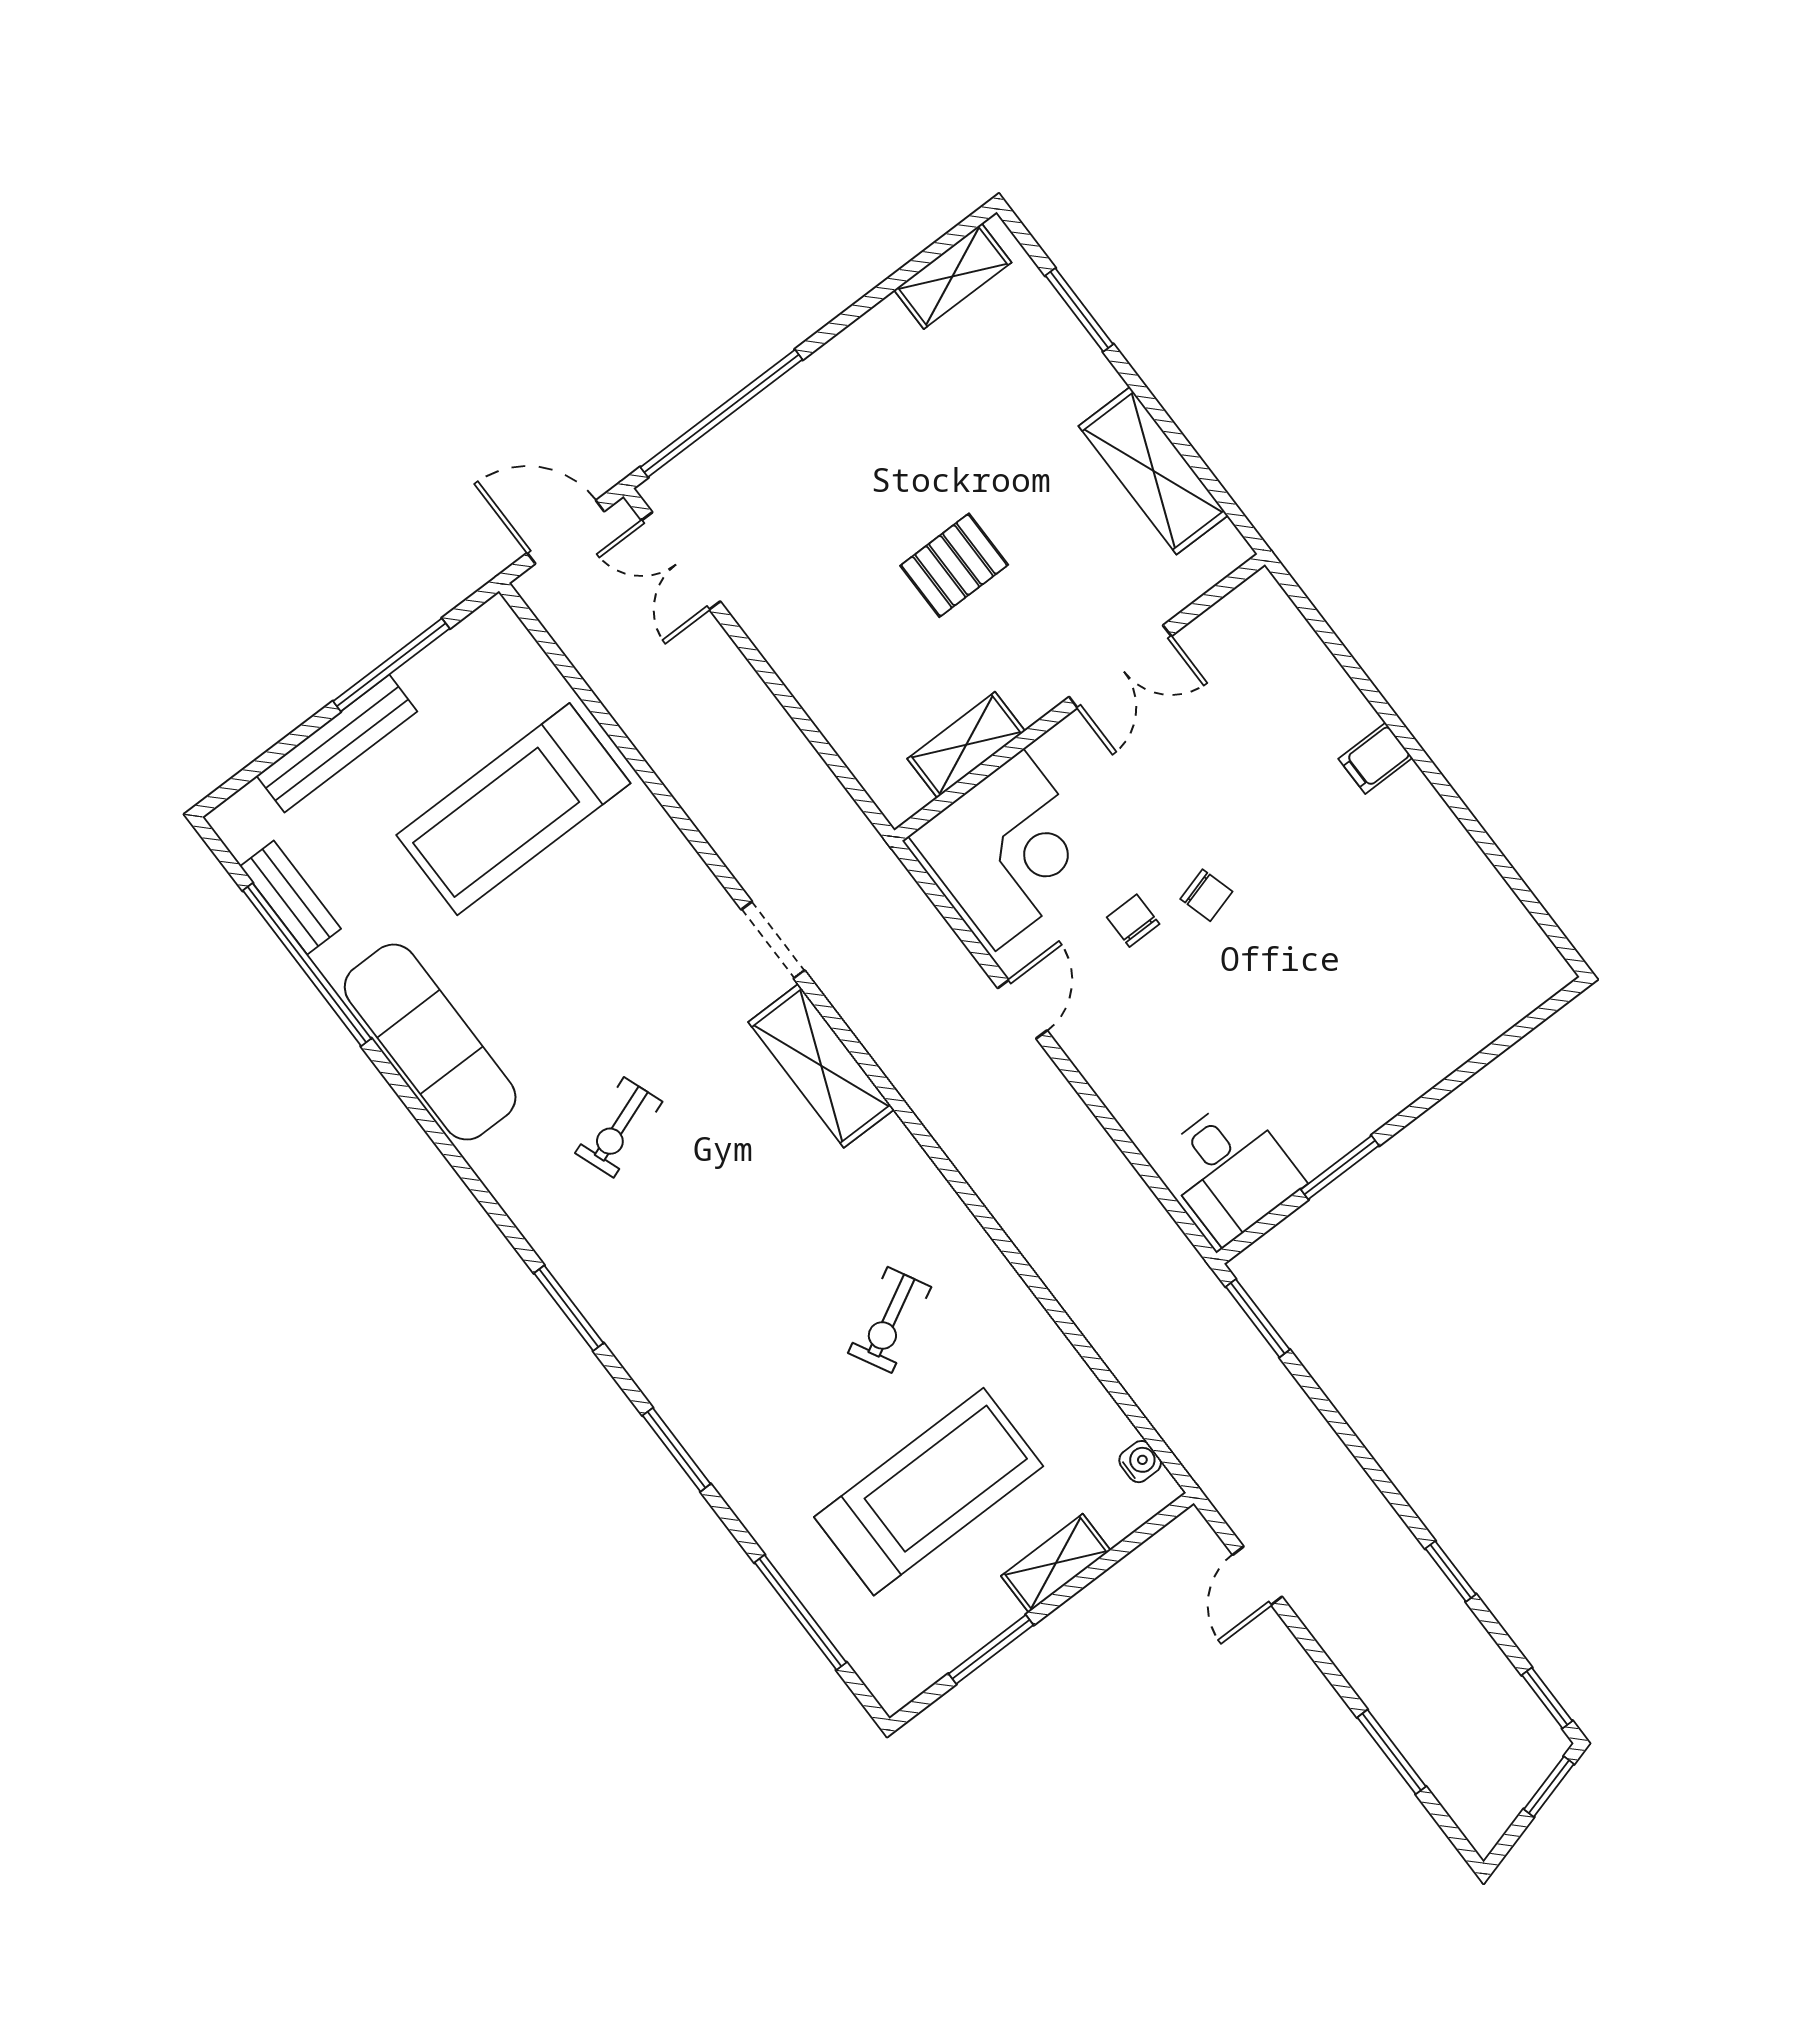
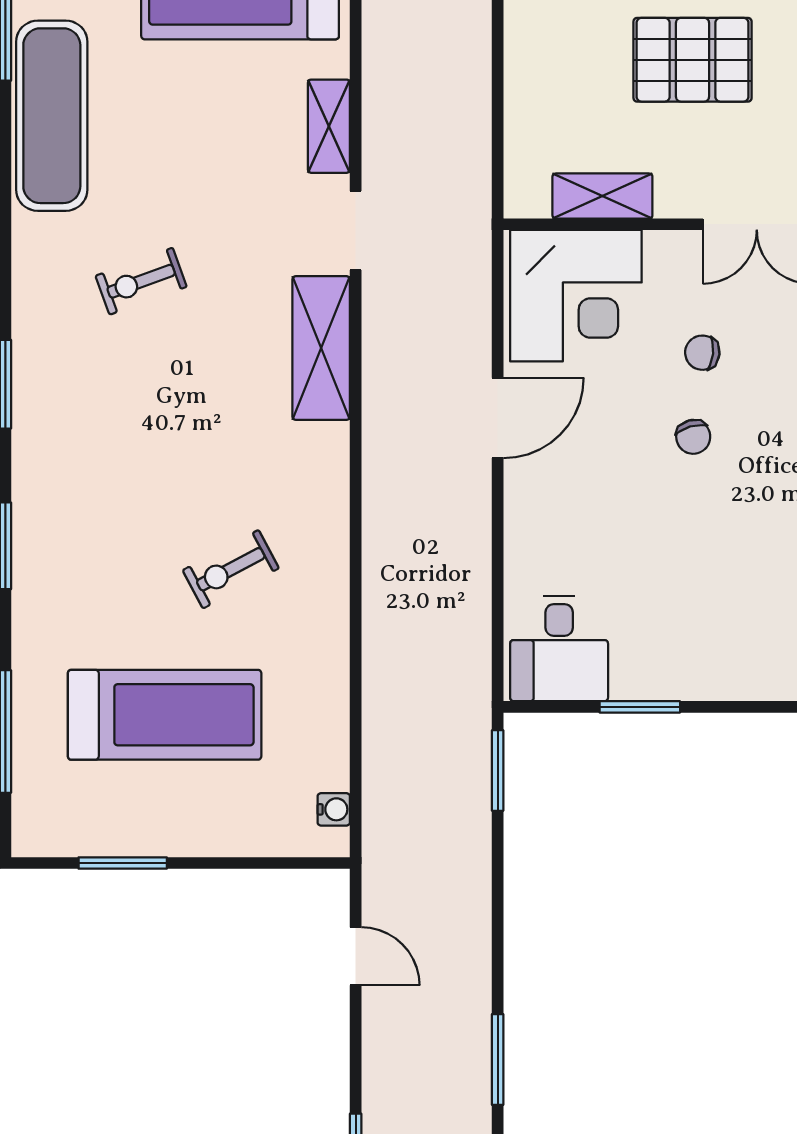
pallet: (954, 565) -> (693, 60), width x1.50, depth x1.42
chair: (1133, 921) -> (702, 353), moved, turned -84
door: (1022, 1009) -> (498, 418), width x1.38
shelving: (1056, 1563) -> (329, 126), moved, turned 90
window: (1451, 1571) -> (498, 1060), width x1.50
door: (1257, 1576) -> (356, 956), swing flipped

